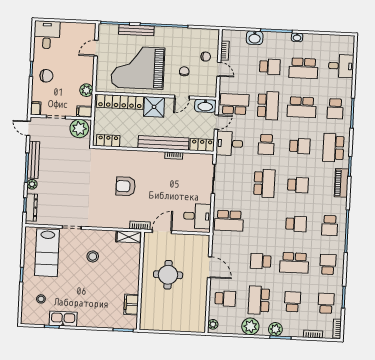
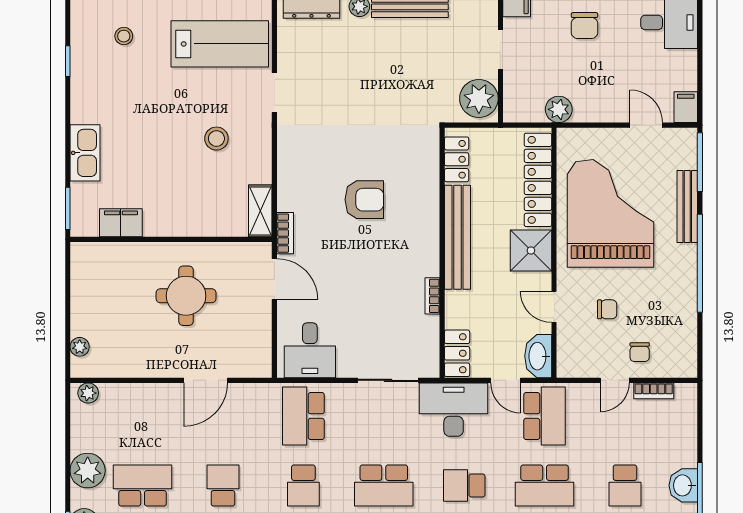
washbasin: (255, 38) -> (683, 485), moved
filing cabinet: (84, 112) -> (686, 107), moved
bench: (163, 143) -> (458, 237), moved
desk: (229, 143) -> (454, 410), width x1.37
armchair: (126, 186) -> (364, 200), turned 90
lab bench: (47, 253) -> (220, 44), turned 180
school desk: (225, 299) -> (303, 485), moved
kitchen sink: (63, 319) -> (85, 153), moved
plant: (190, 327) -> (80, 347), added

